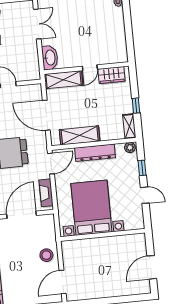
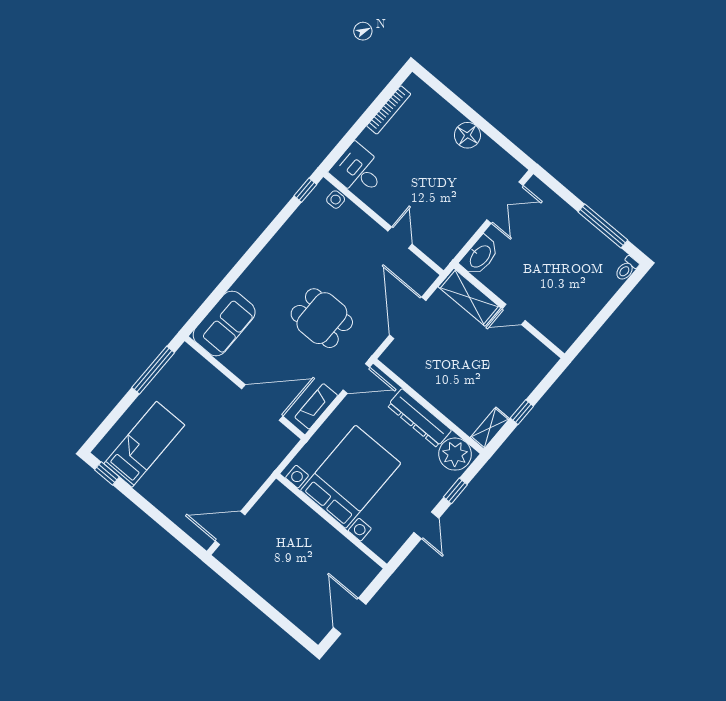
wardrobe: (111, 75) -> (530, 348), removed
shelving: (80, 135) -> (422, 380), removed
plant: (130, 147) -> (455, 454), width x1.88, depth x1.88
stool: (46, 255) -> (243, 478), removed
door: (152, 267) -> (350, 616), hinge flipped

